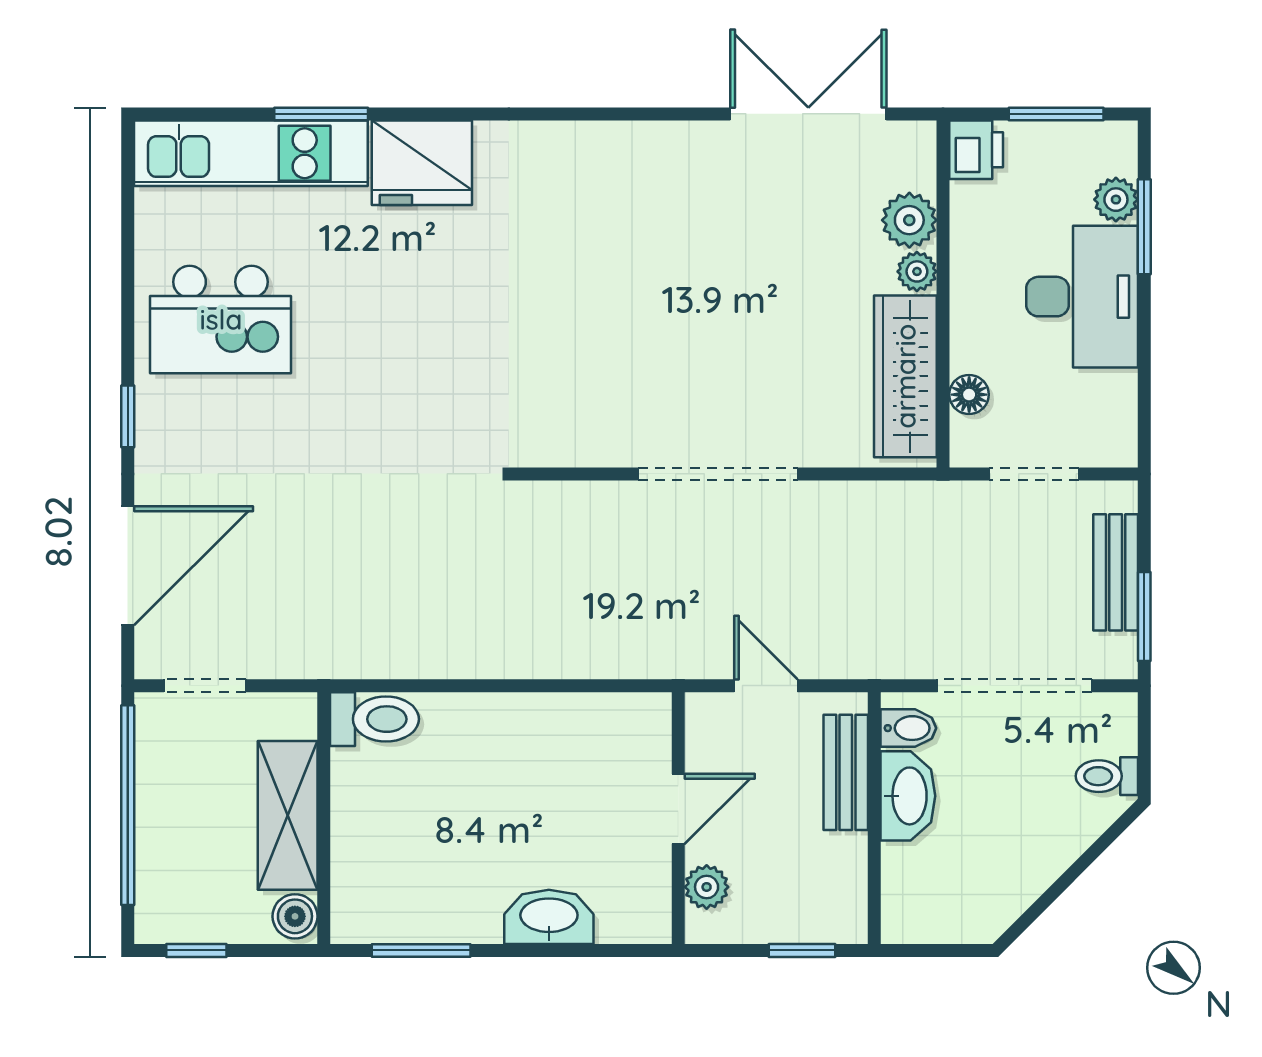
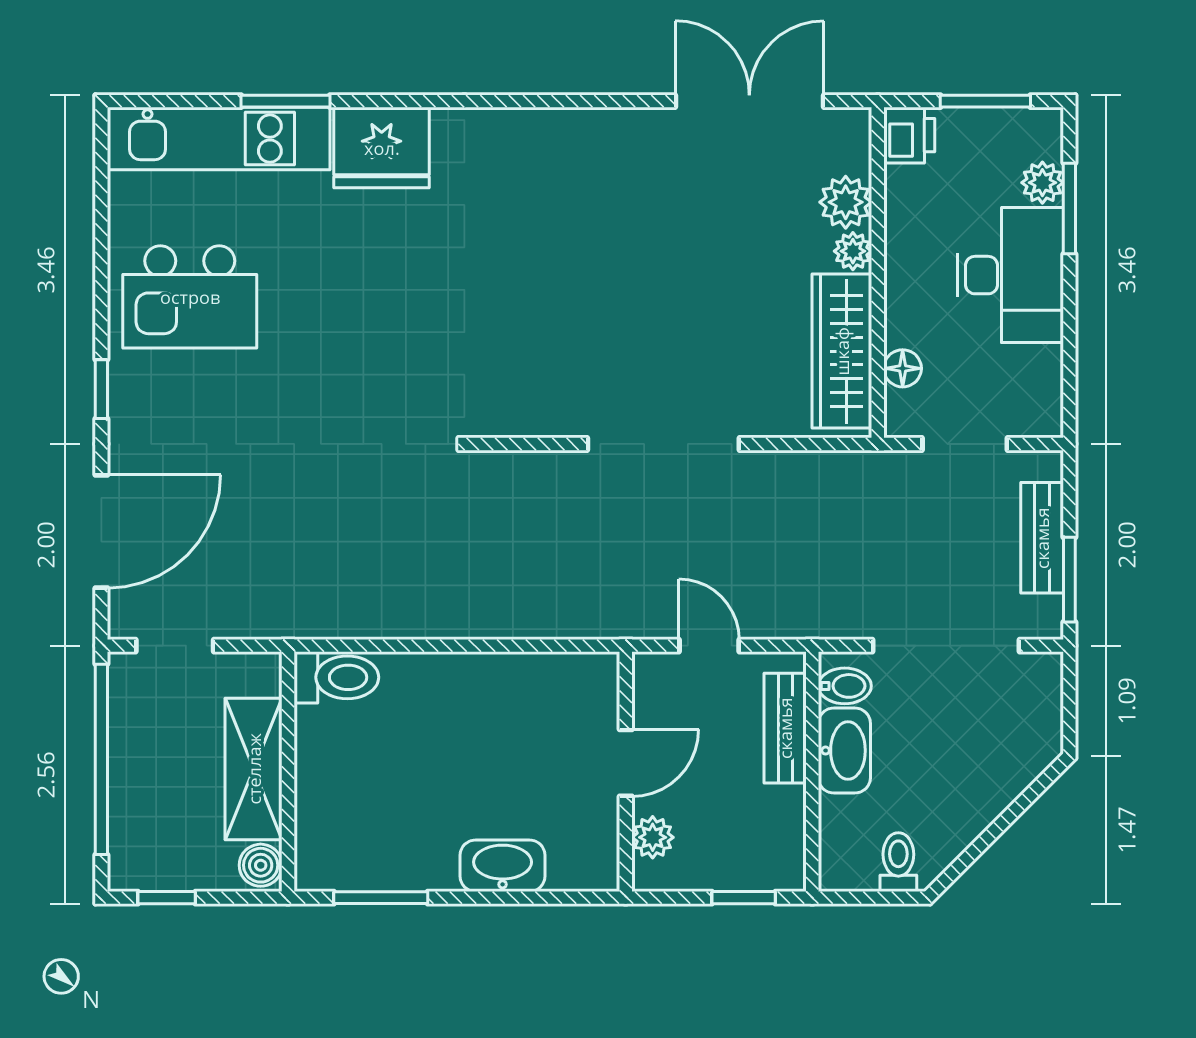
toilet: (1107, 776) -> (898, 862), moved, turned 90

